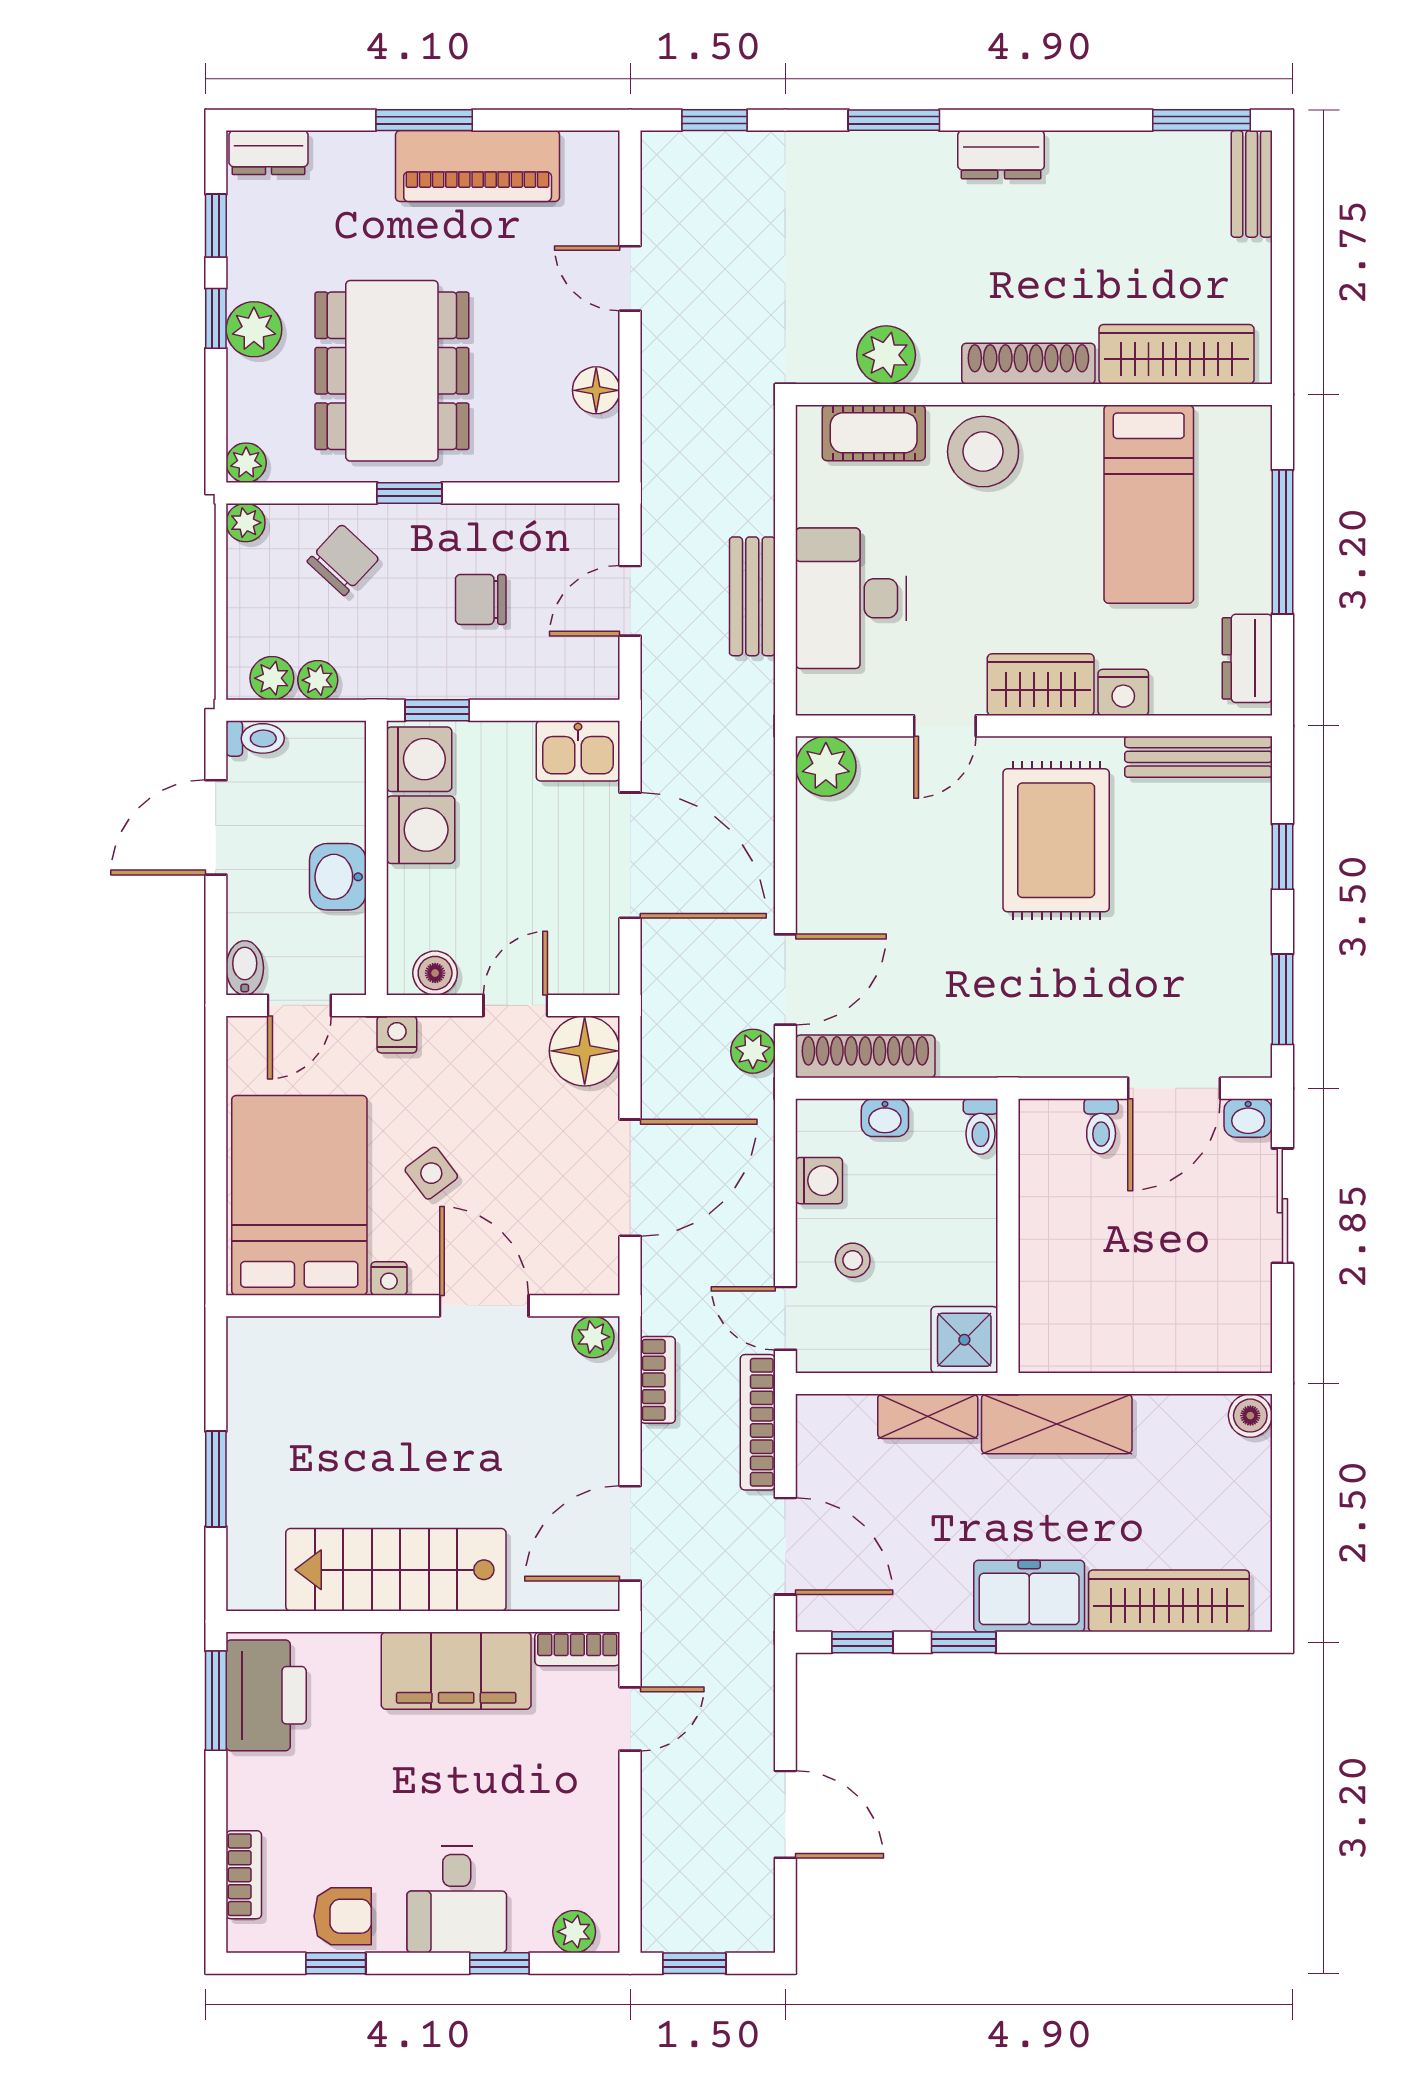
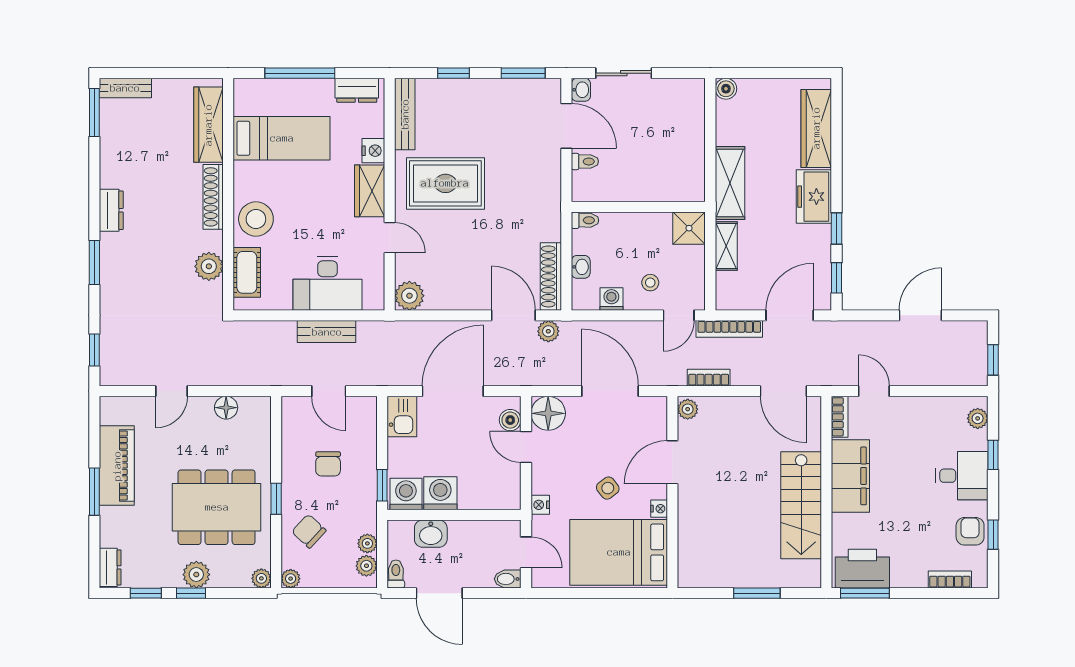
washbasin: (338, 877) -> (431, 534), moved
boiler: (435, 973) -> (510, 420), moved

